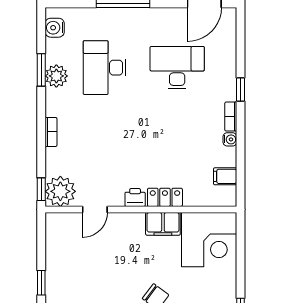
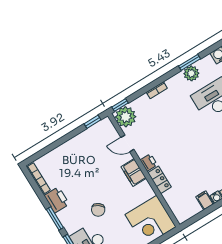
filing cabinet: (225, 176) -> (205, 200), moved
filing cabinet: (163, 224) -> (134, 172), moved
window: (41, 283) -> (93, 122), moved

